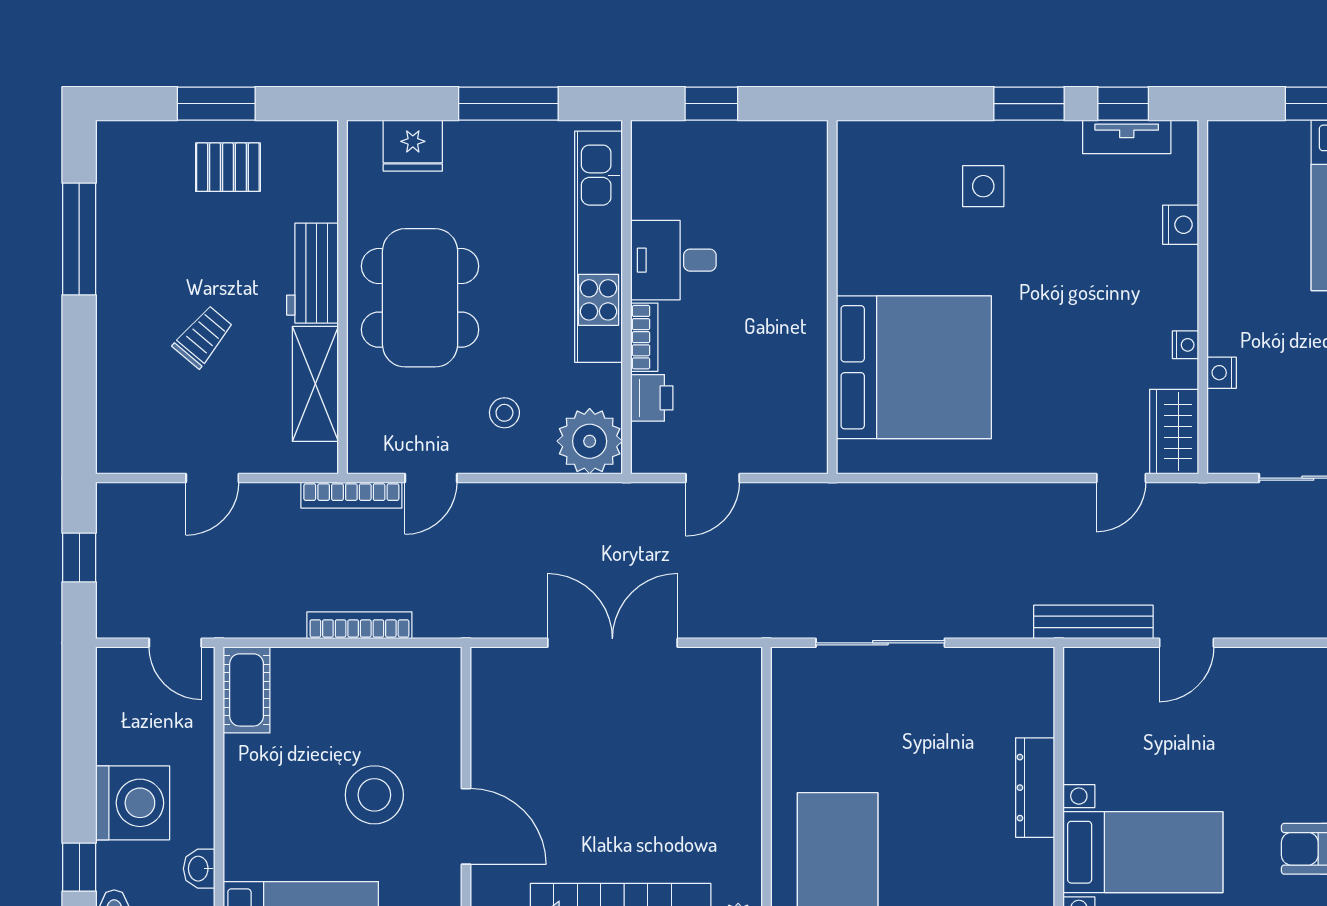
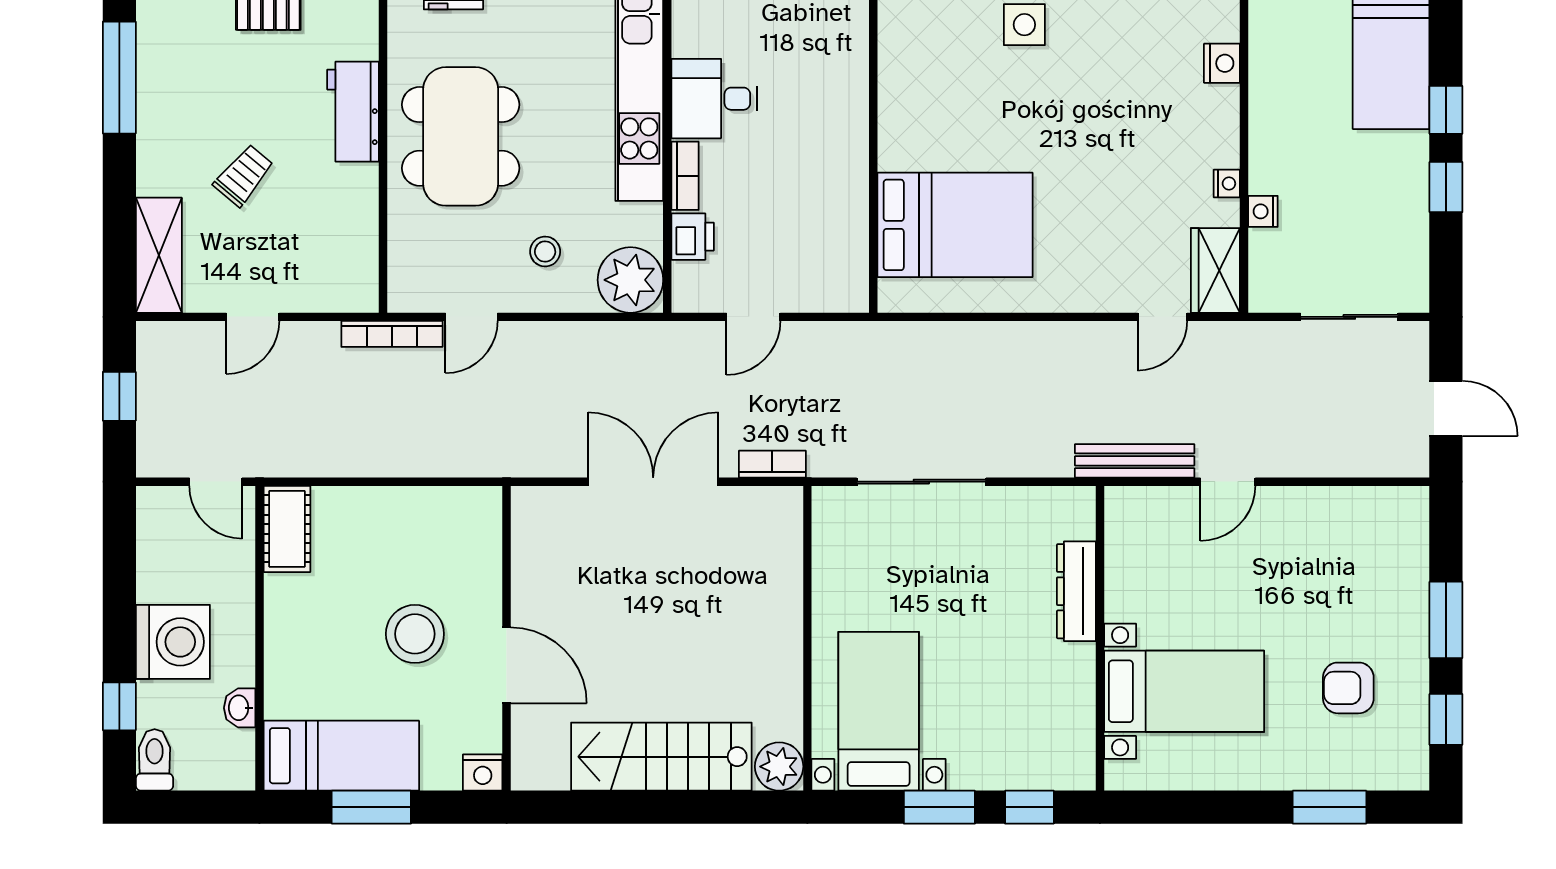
bed: (914, 367) -> (955, 225), width x0.73
shelving: (315, 384) -> (159, 255), moved
bookcase: (359, 625) -> (772, 464), moved, width x0.64
dresser: (1035, 788) -> (1076, 591), moved

